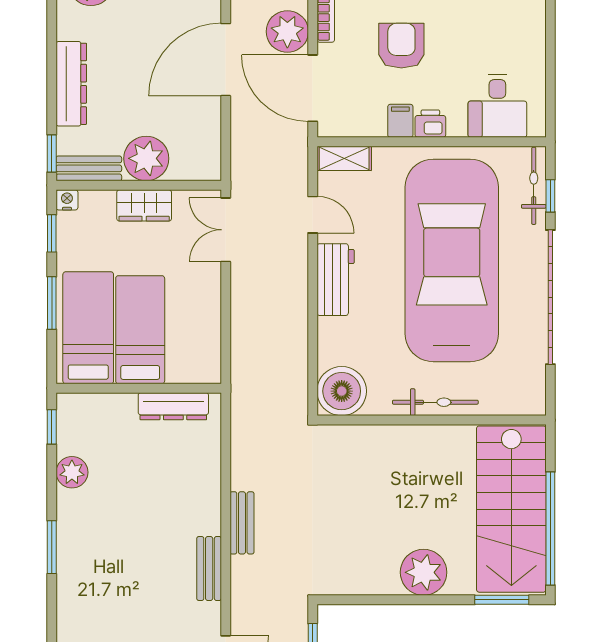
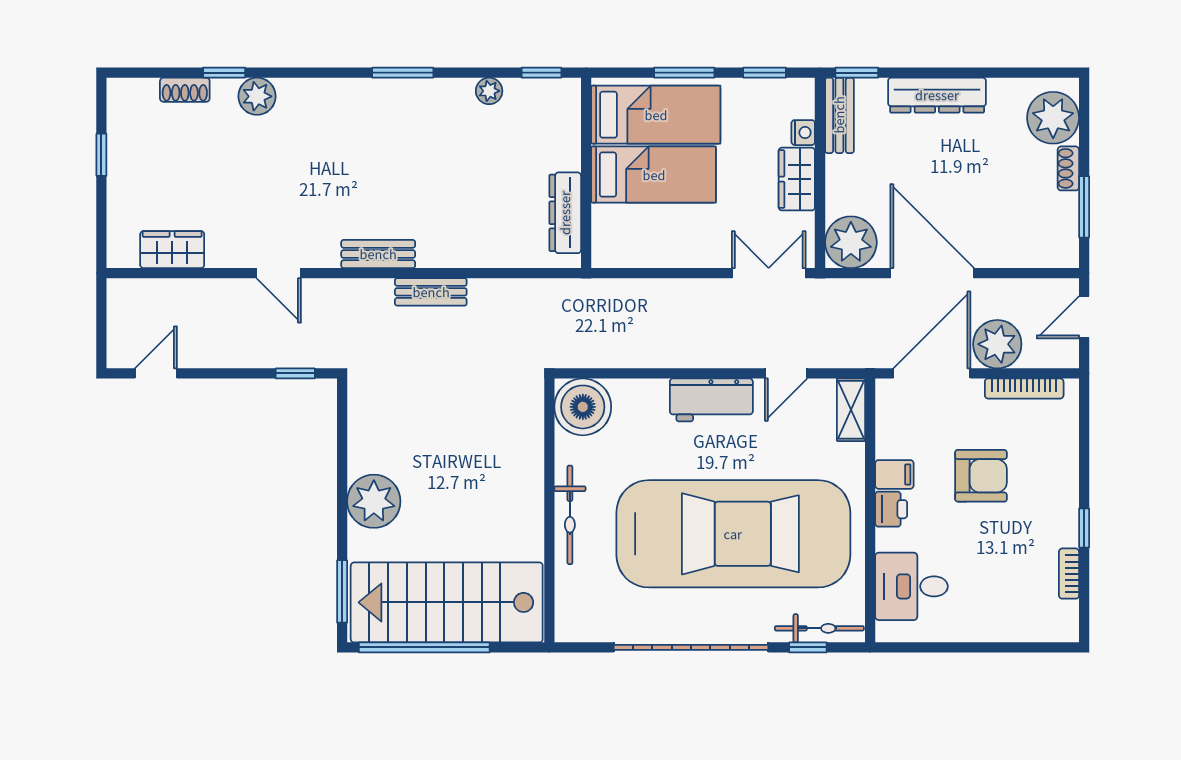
door: (226, 60) -> (932, 273), moved
plant: (146, 158) -> (851, 242), moved
nightstand: (67, 200) -> (803, 133), moved
plant: (72, 472) -> (489, 91), width x0.73, depth x0.73

